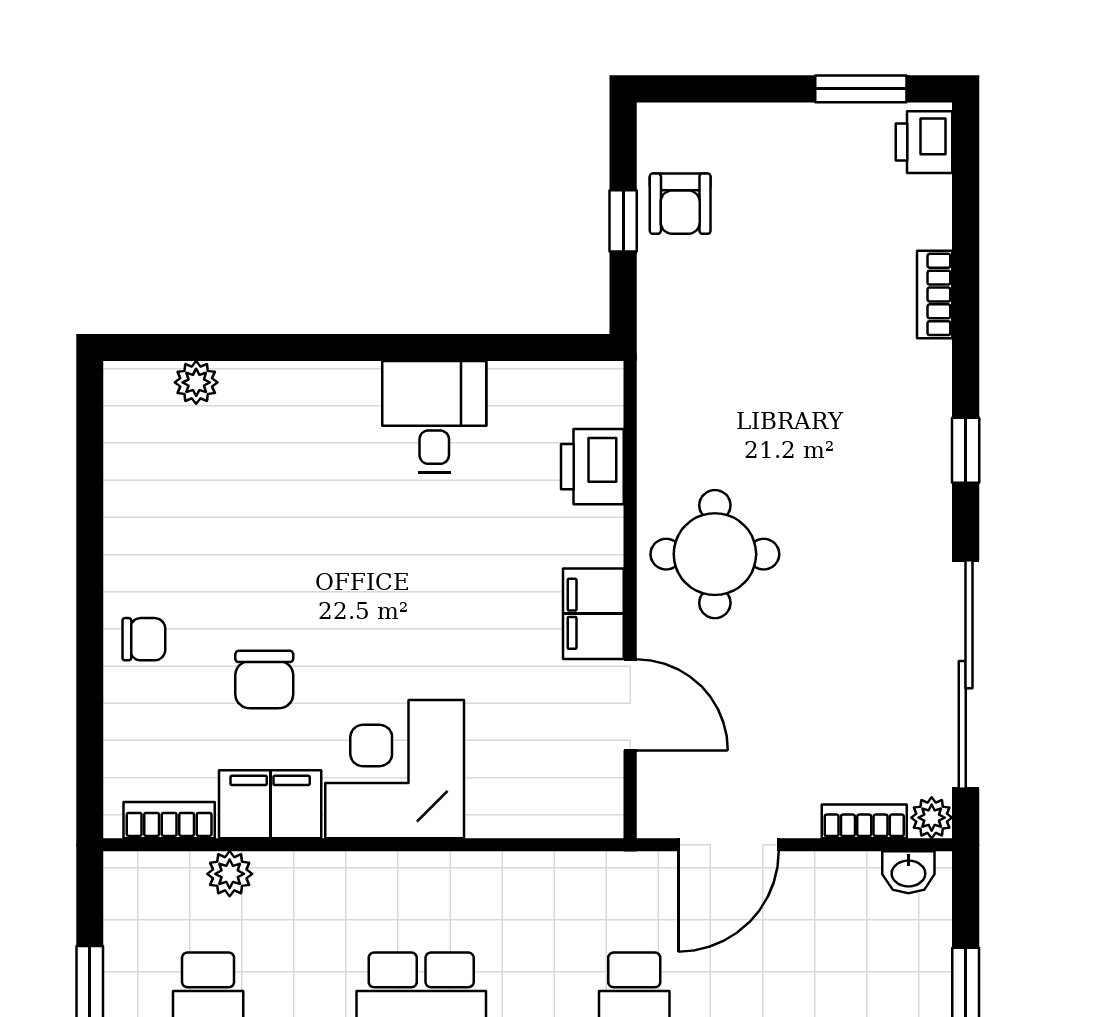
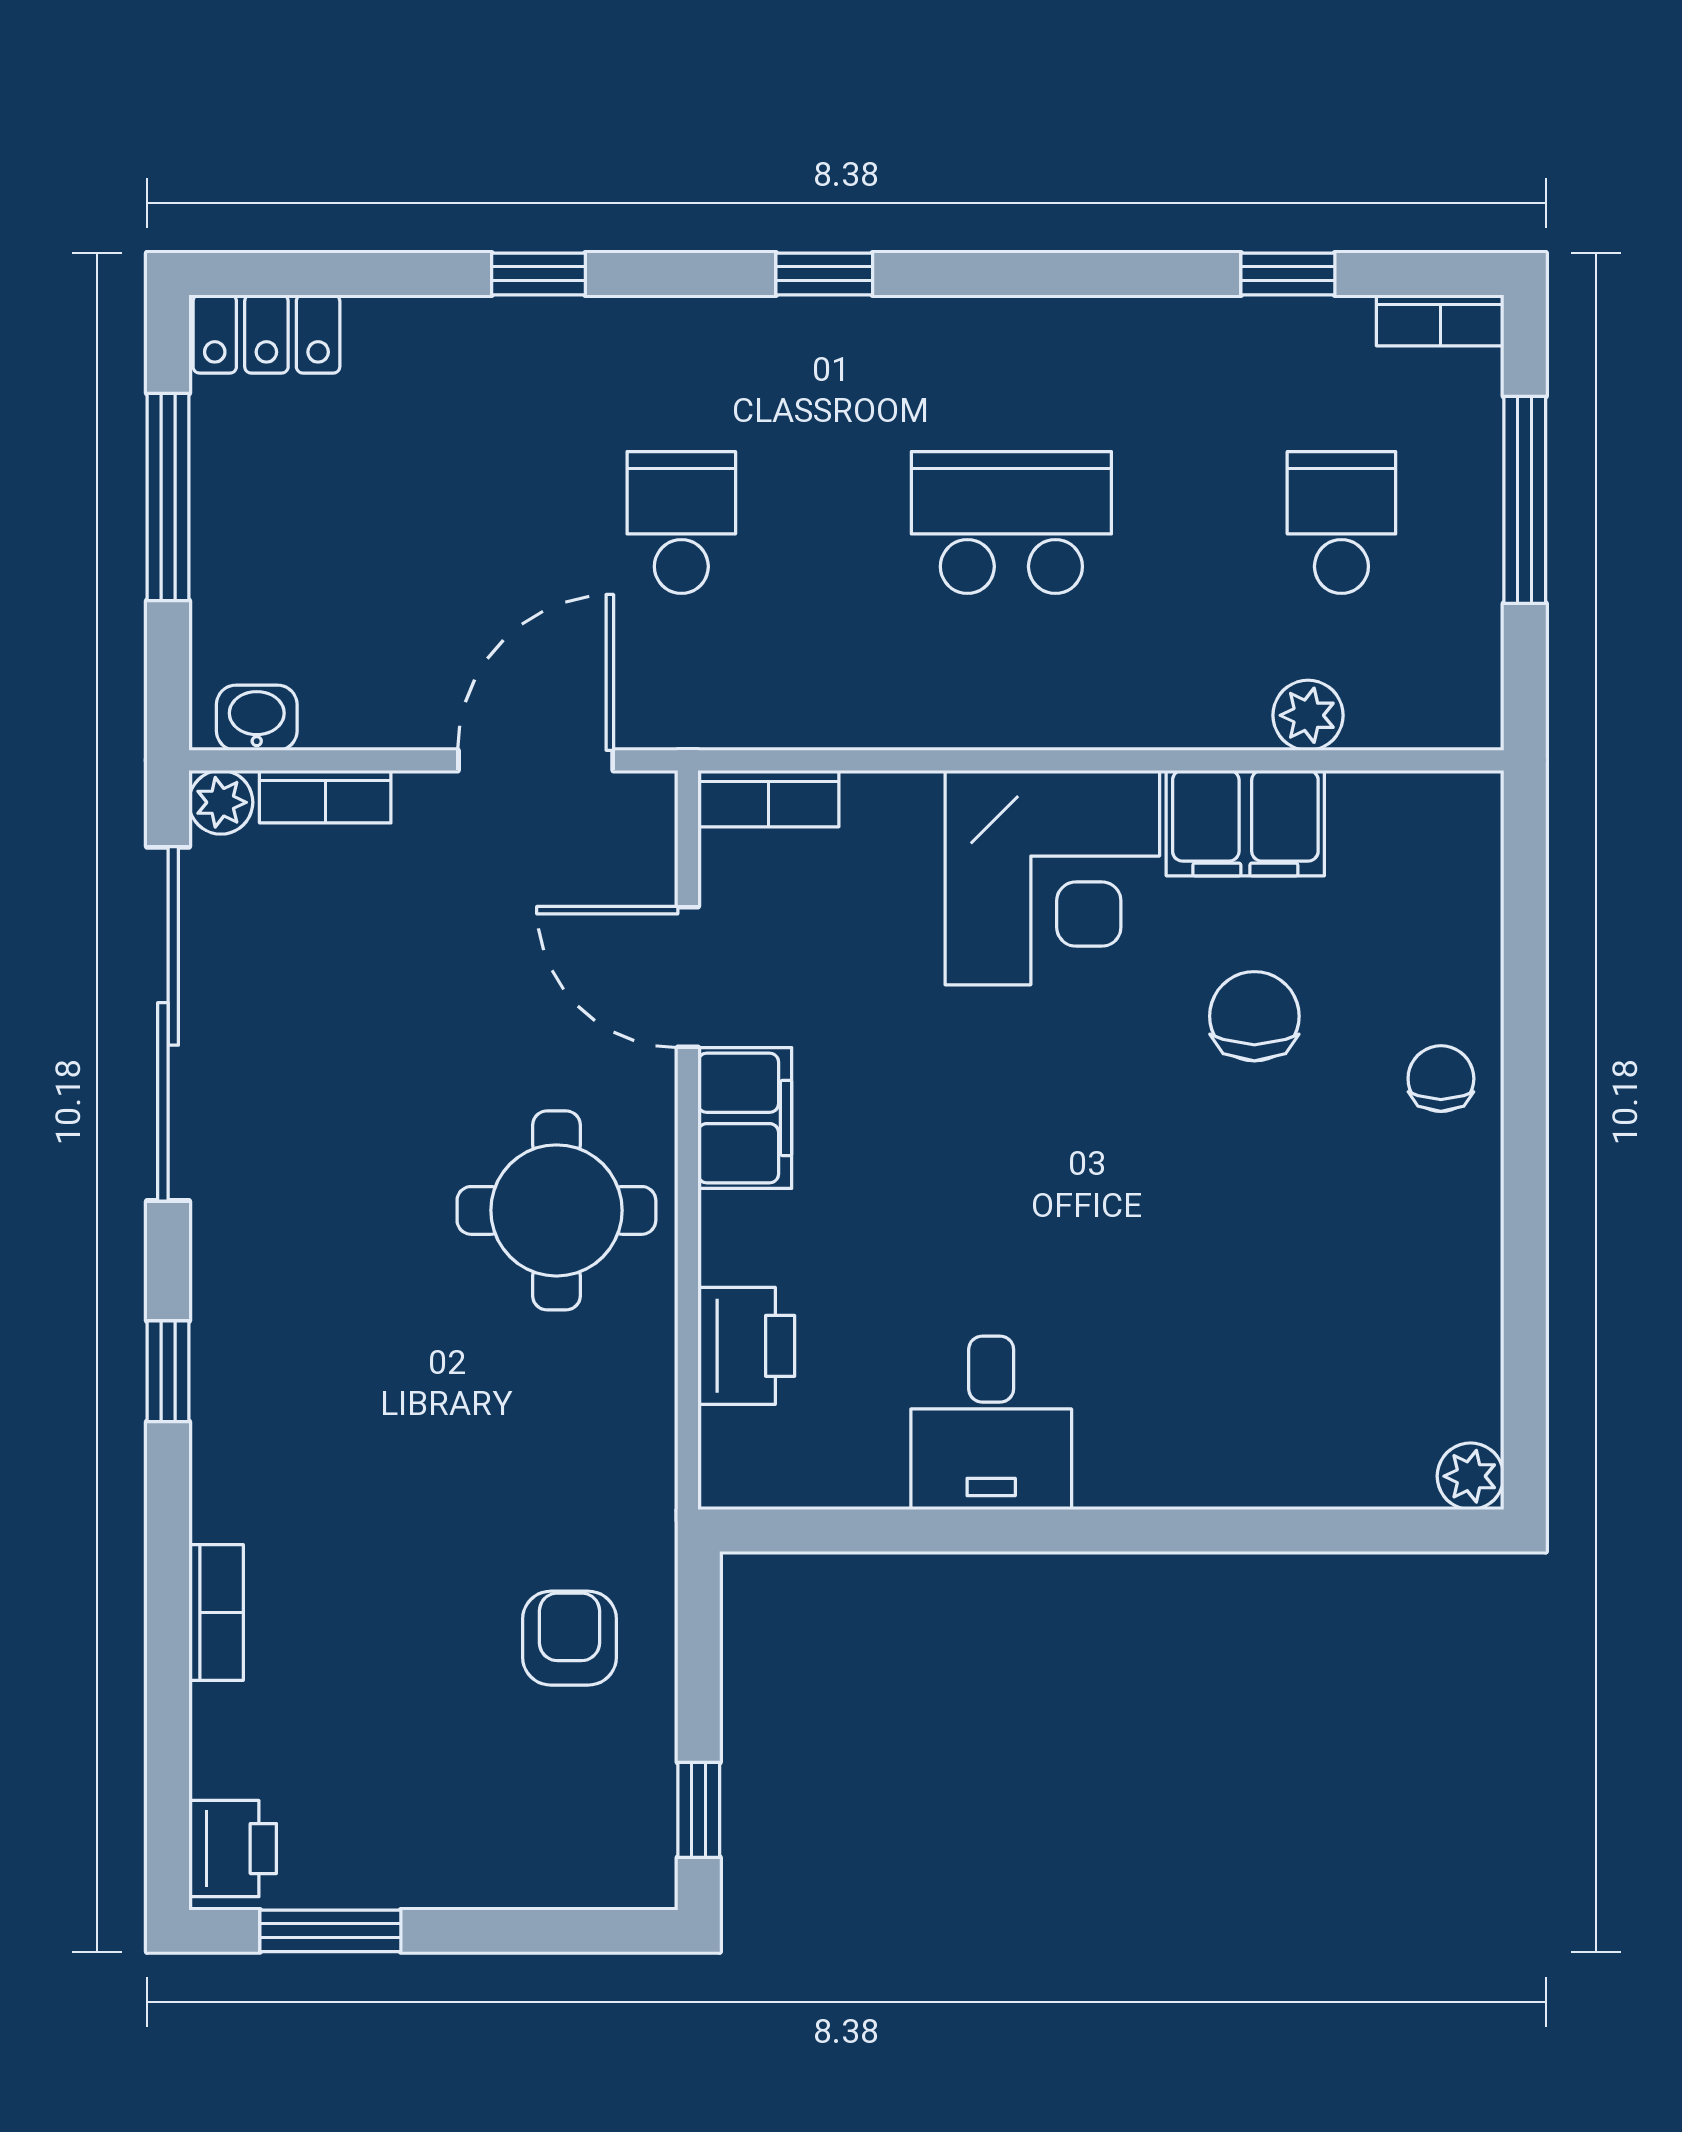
armchair: (680, 204) -> (569, 1638), moved
window: (623, 221) -> (699, 1810), moved
plant: (196, 382) -> (1471, 1476), moved
chair: (144, 639) -> (1441, 1079), turned 90
bookcase: (169, 820) -> (768, 799), moved

